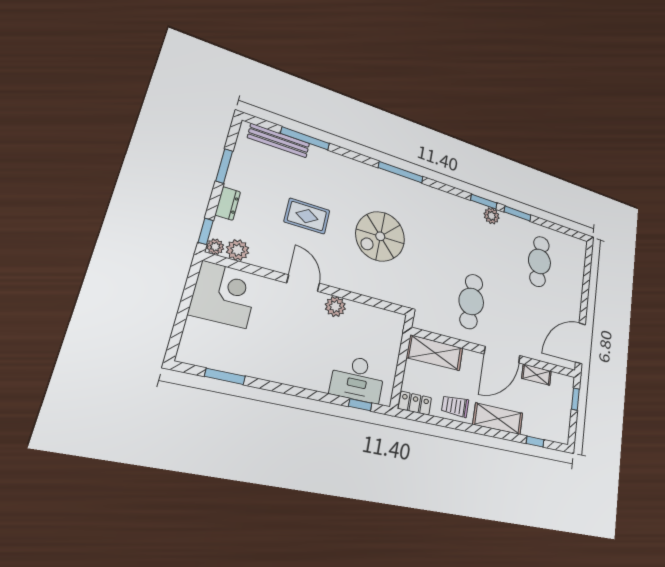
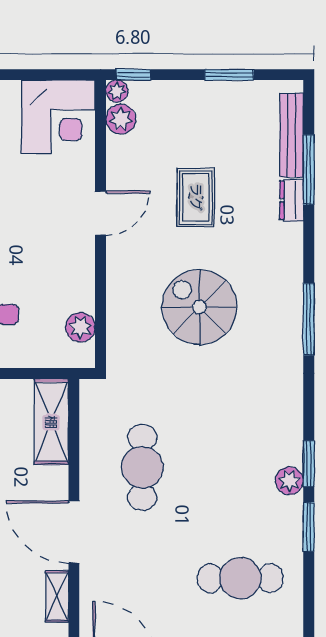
dresser: (228, 203) -> (292, 200), moved, turned 90
cafe table: (471, 301) -> (142, 467), turned 90
plant: (335, 306) -> (80, 327), moved

